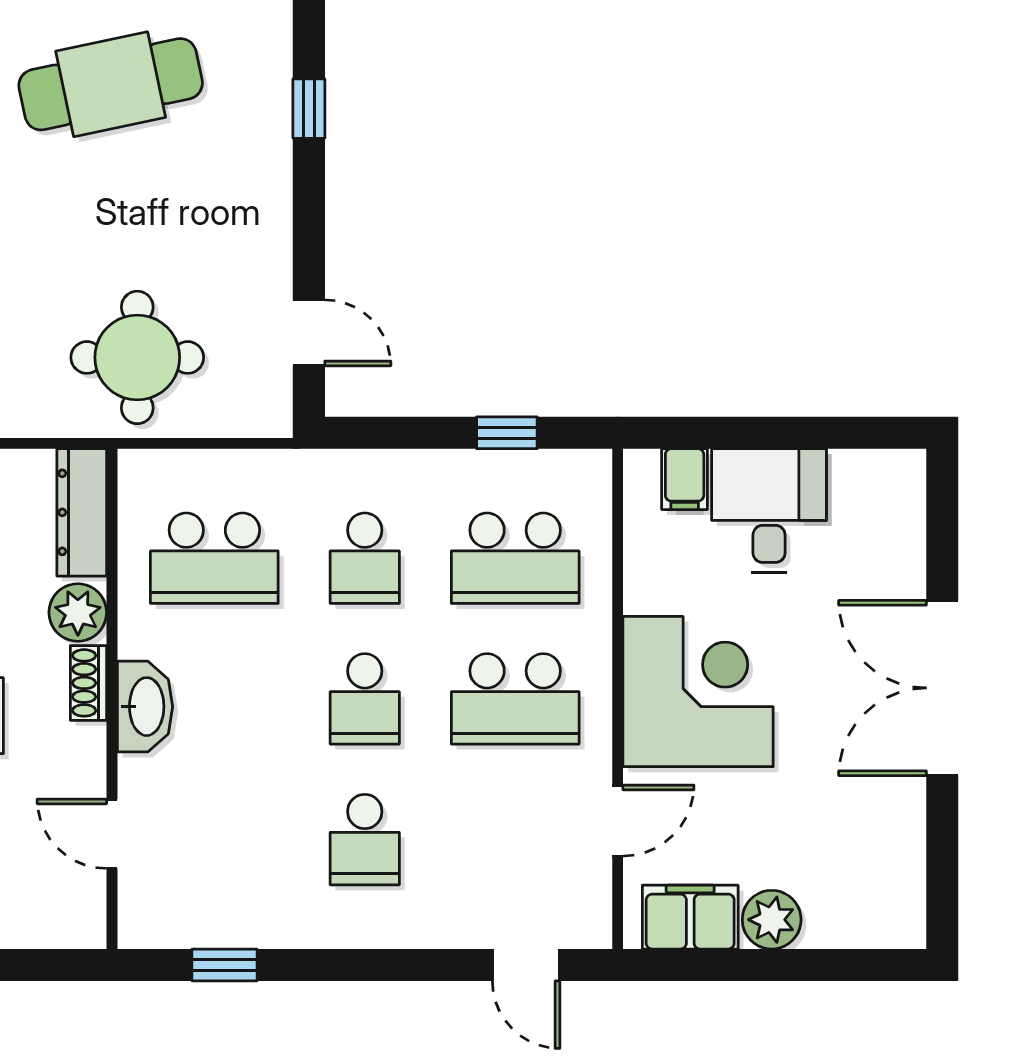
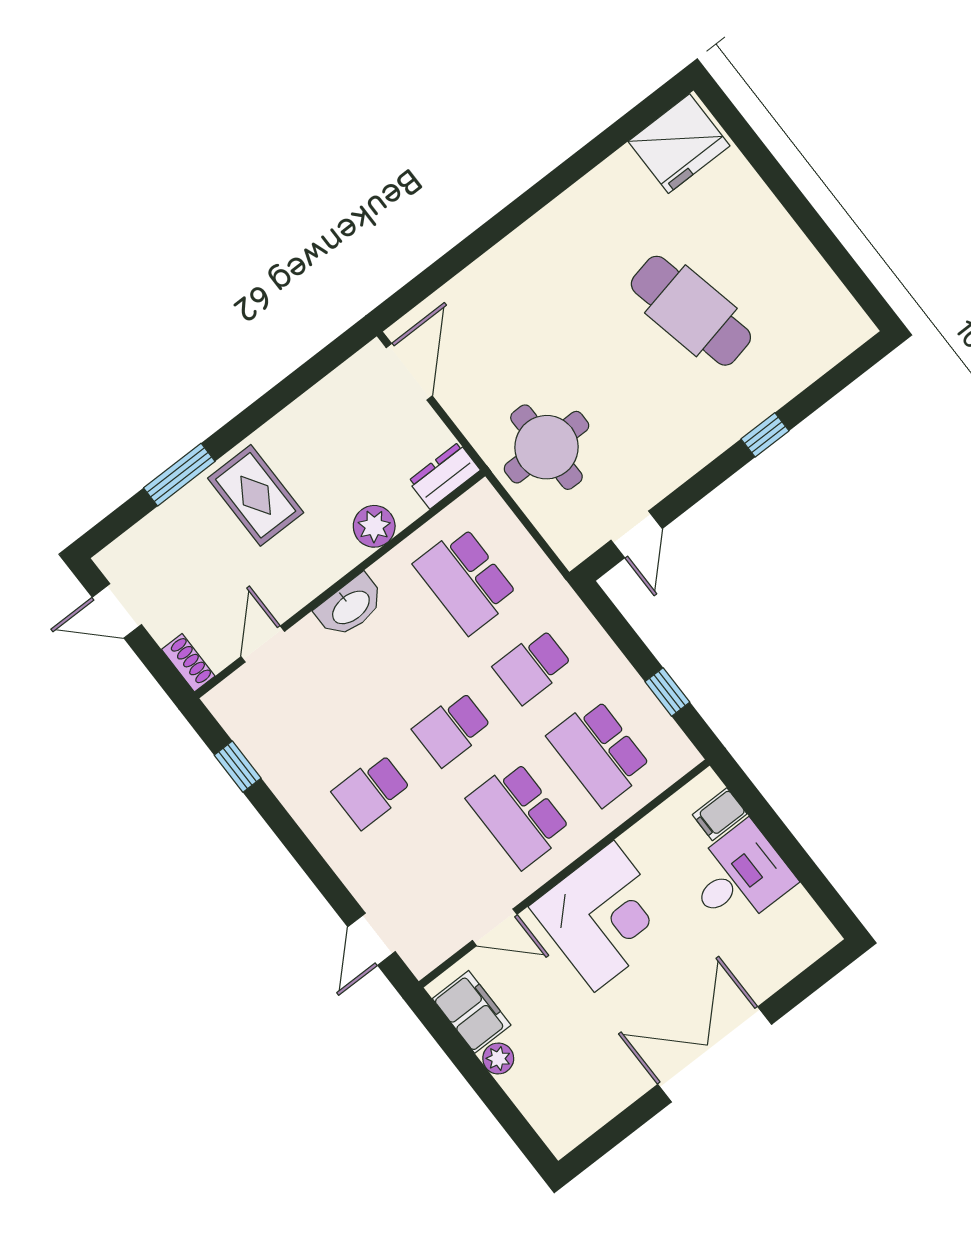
dresser: (82, 512) -> (444, 476), width x0.70
shoe rack: (88, 683) -> (188, 663), moved, turned 90
plant: (772, 920) -> (498, 1059), width x0.73, depth x0.73

